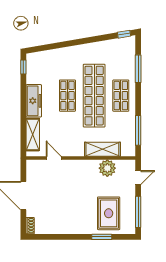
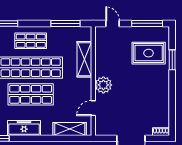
shop shelf: (67, 96) -> (31, 94), width x1.43, depth x1.36
freezer: (34, 101) -> (24, 128), moved
plant: (107, 168) -> (103, 85), moved

